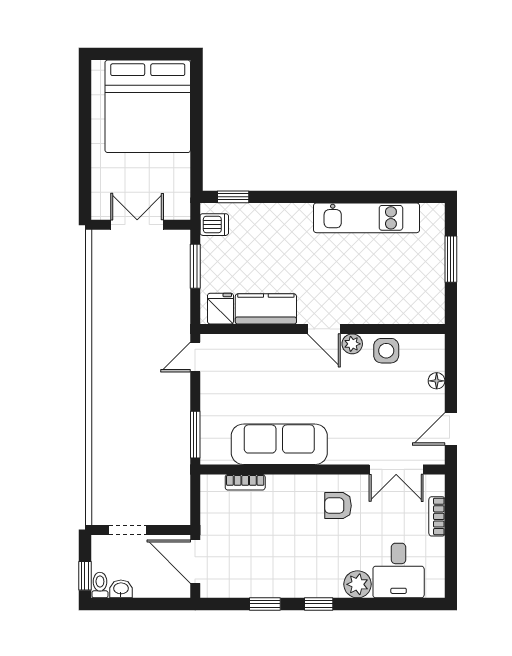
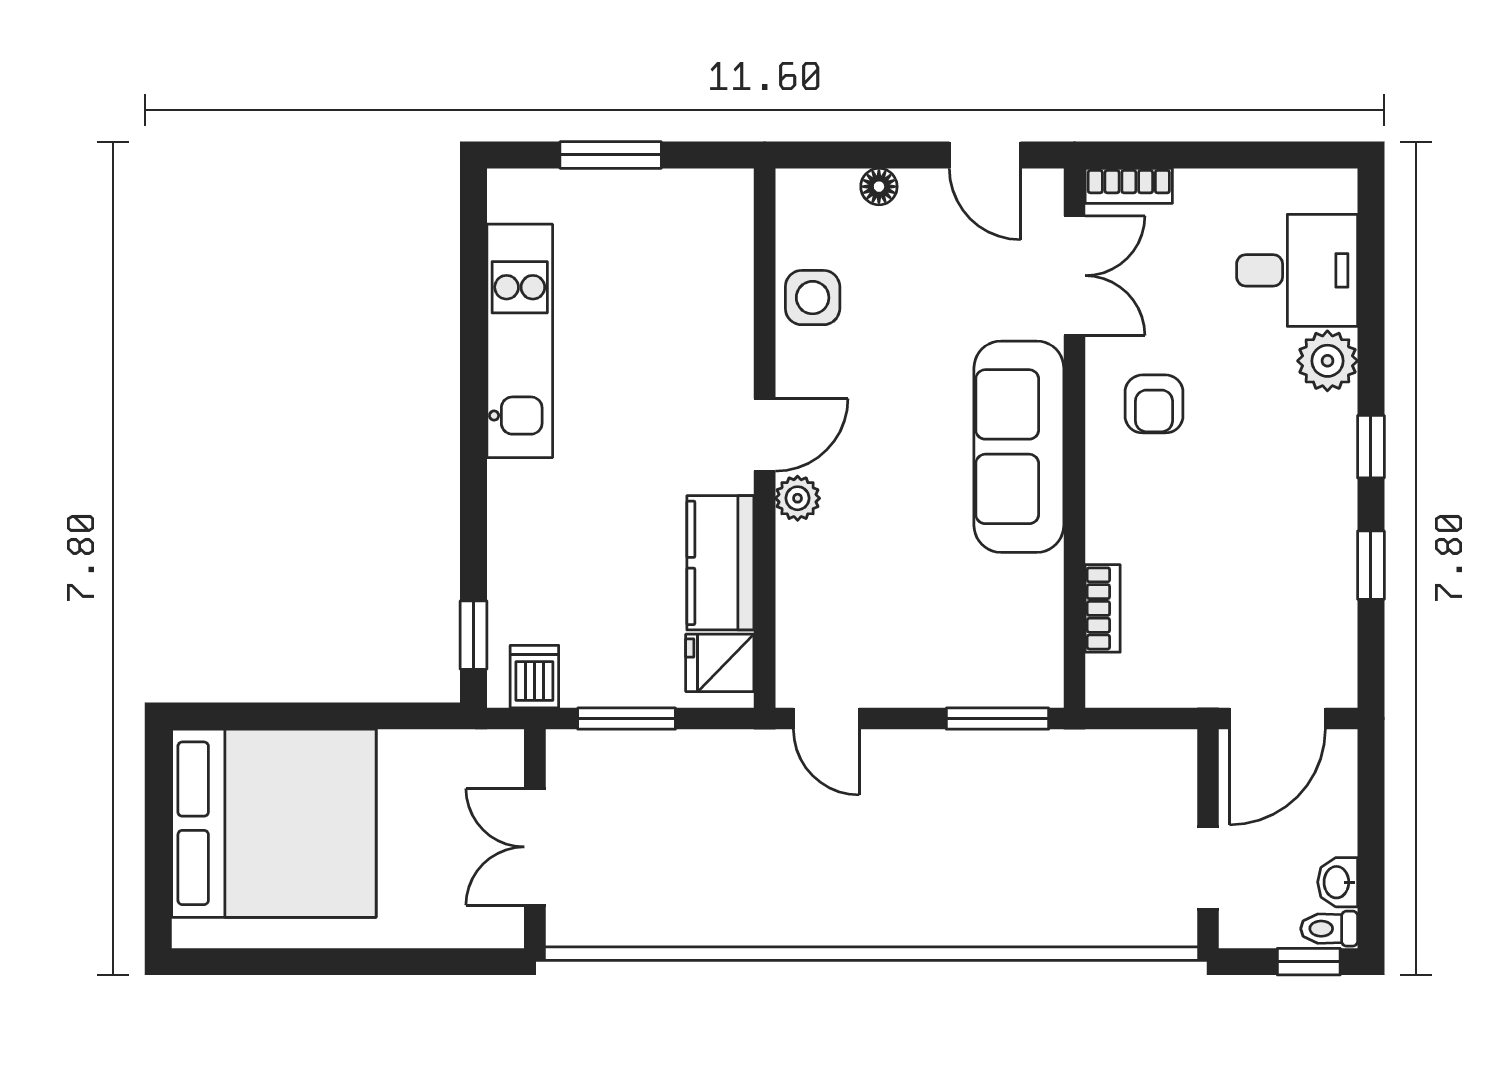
plant: (352, 344) -> (798, 498), moved
sofa: (279, 444) -> (1019, 447), moved
bookcase: (437, 516) -> (1129, 186), moved

